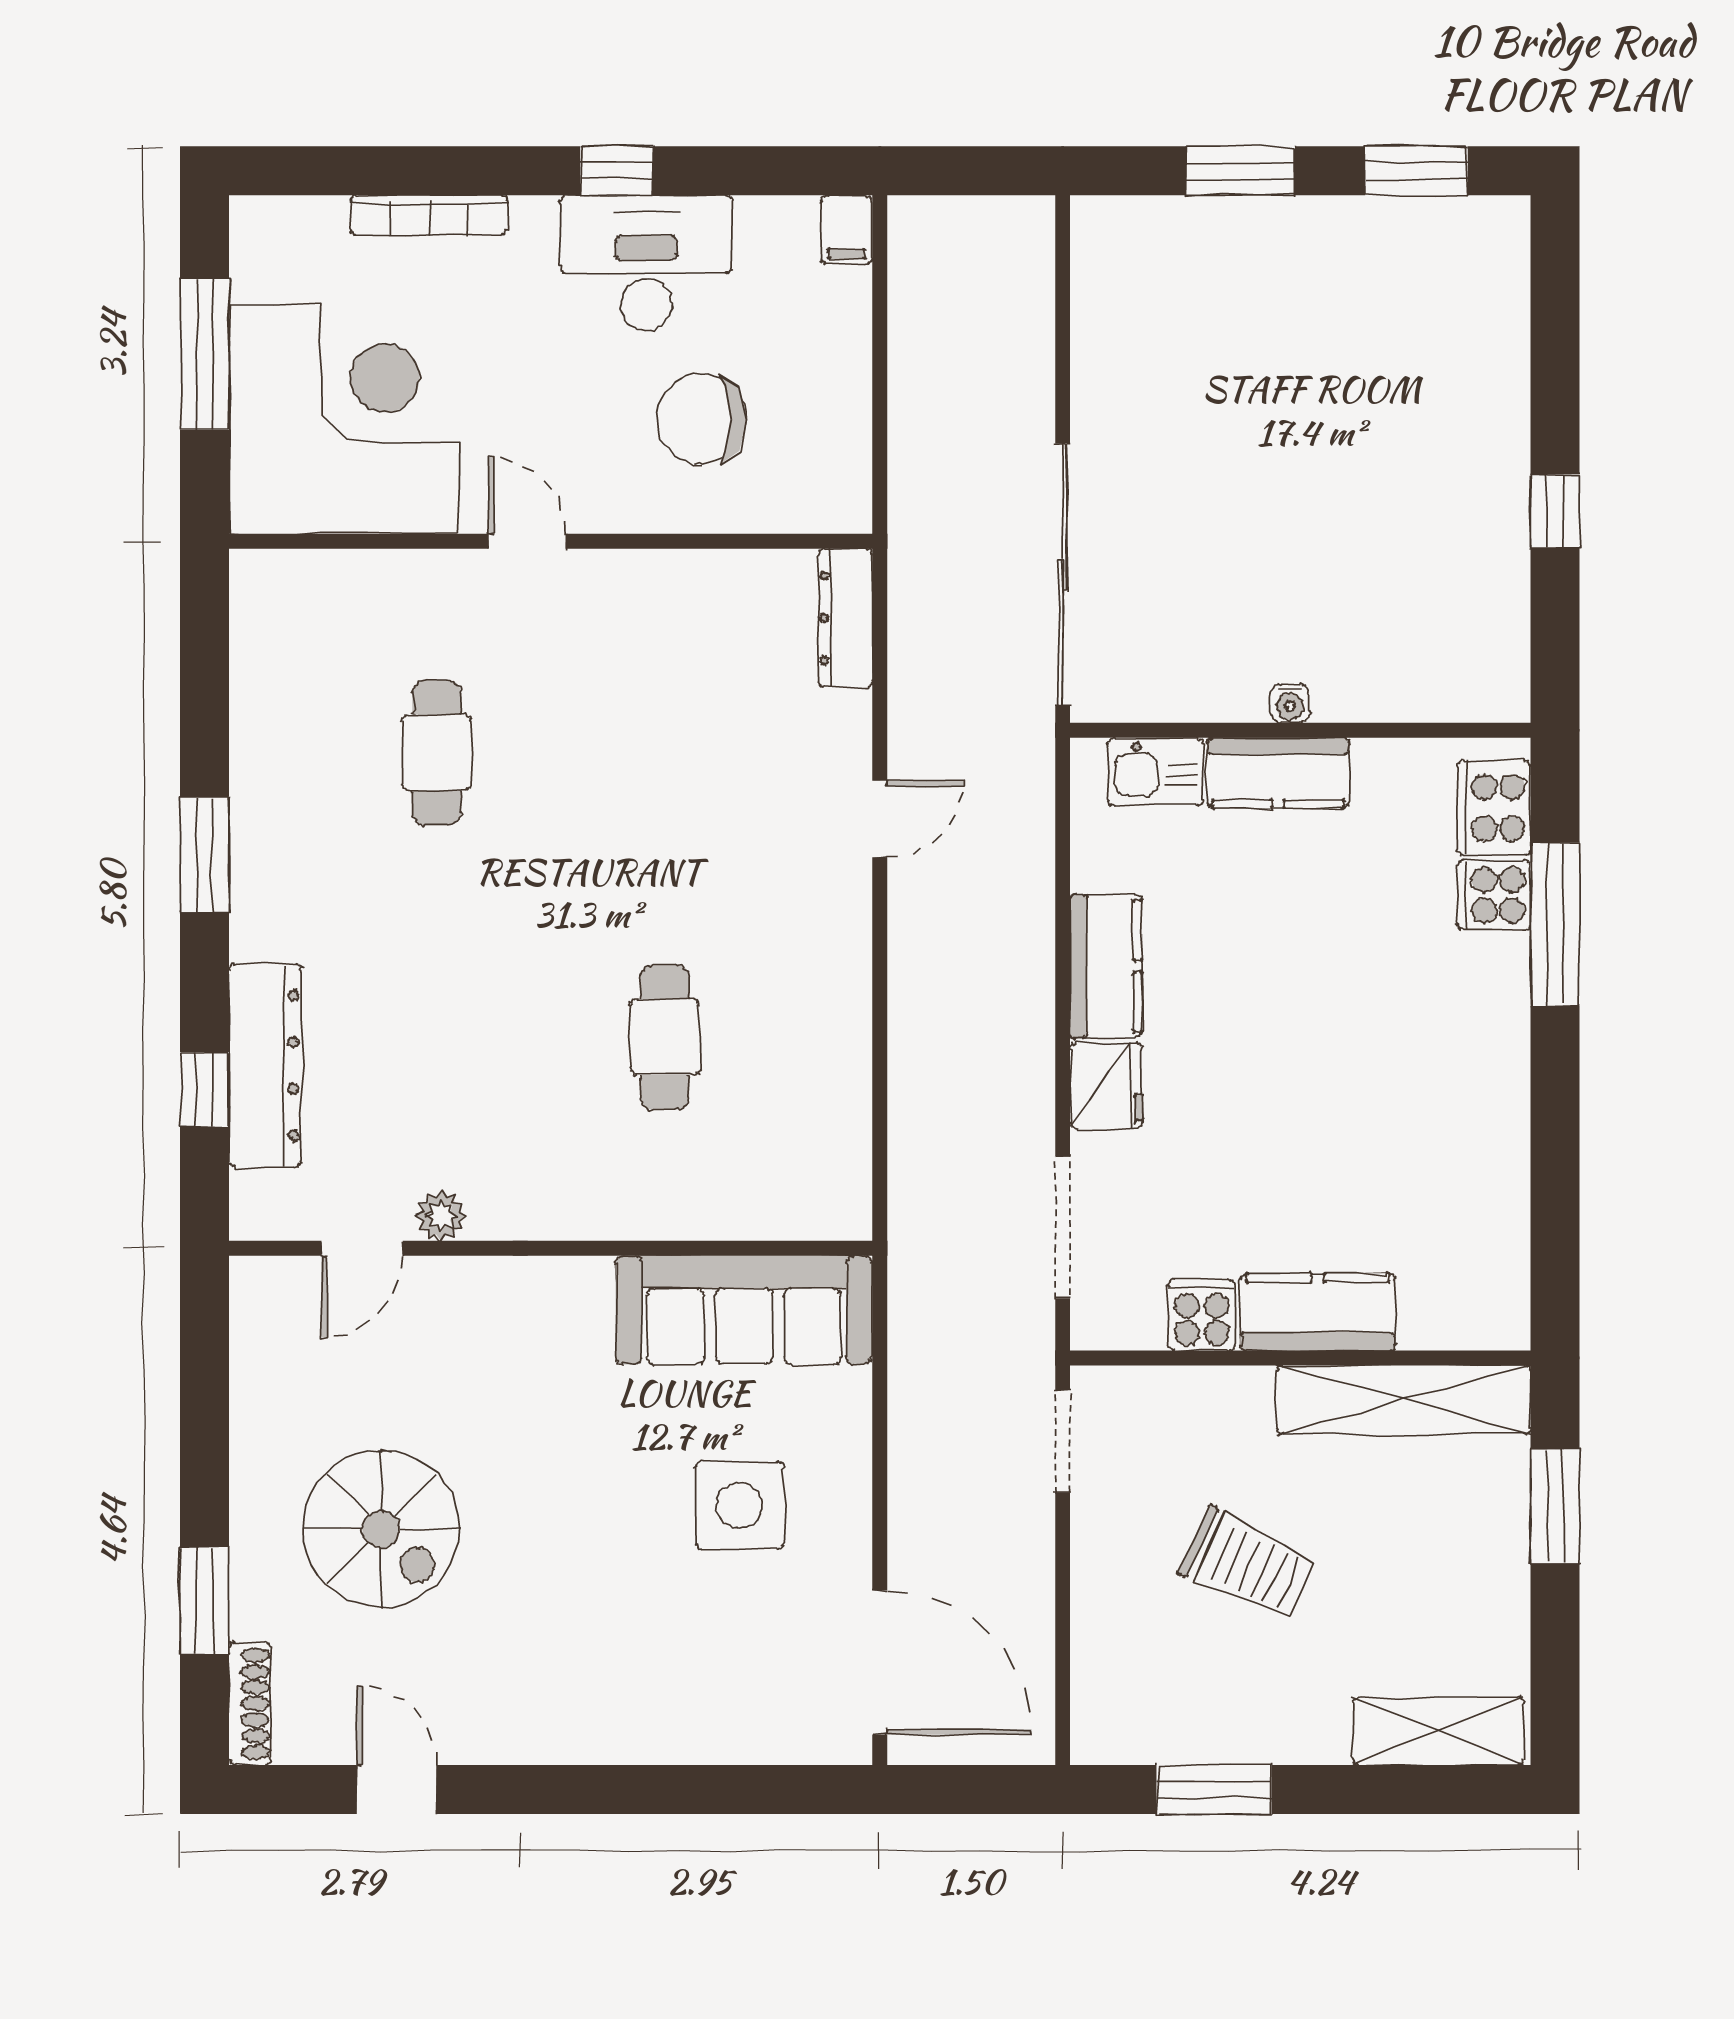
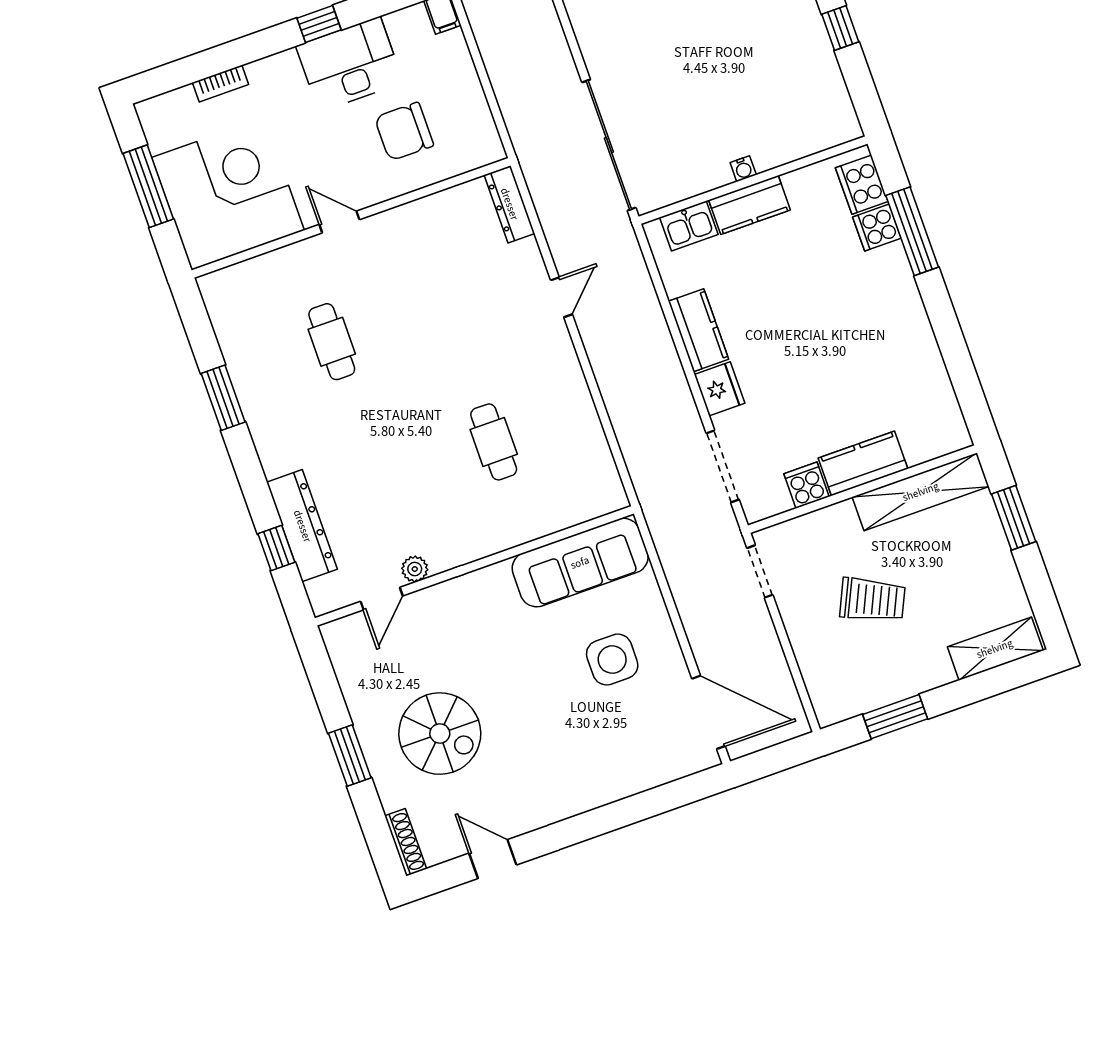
bookcase: (429, 215) -> (220, 83), width x0.64
window: (205, 855) -> (223, 398), moved
window: (205, 1601) -> (350, 755), moved

